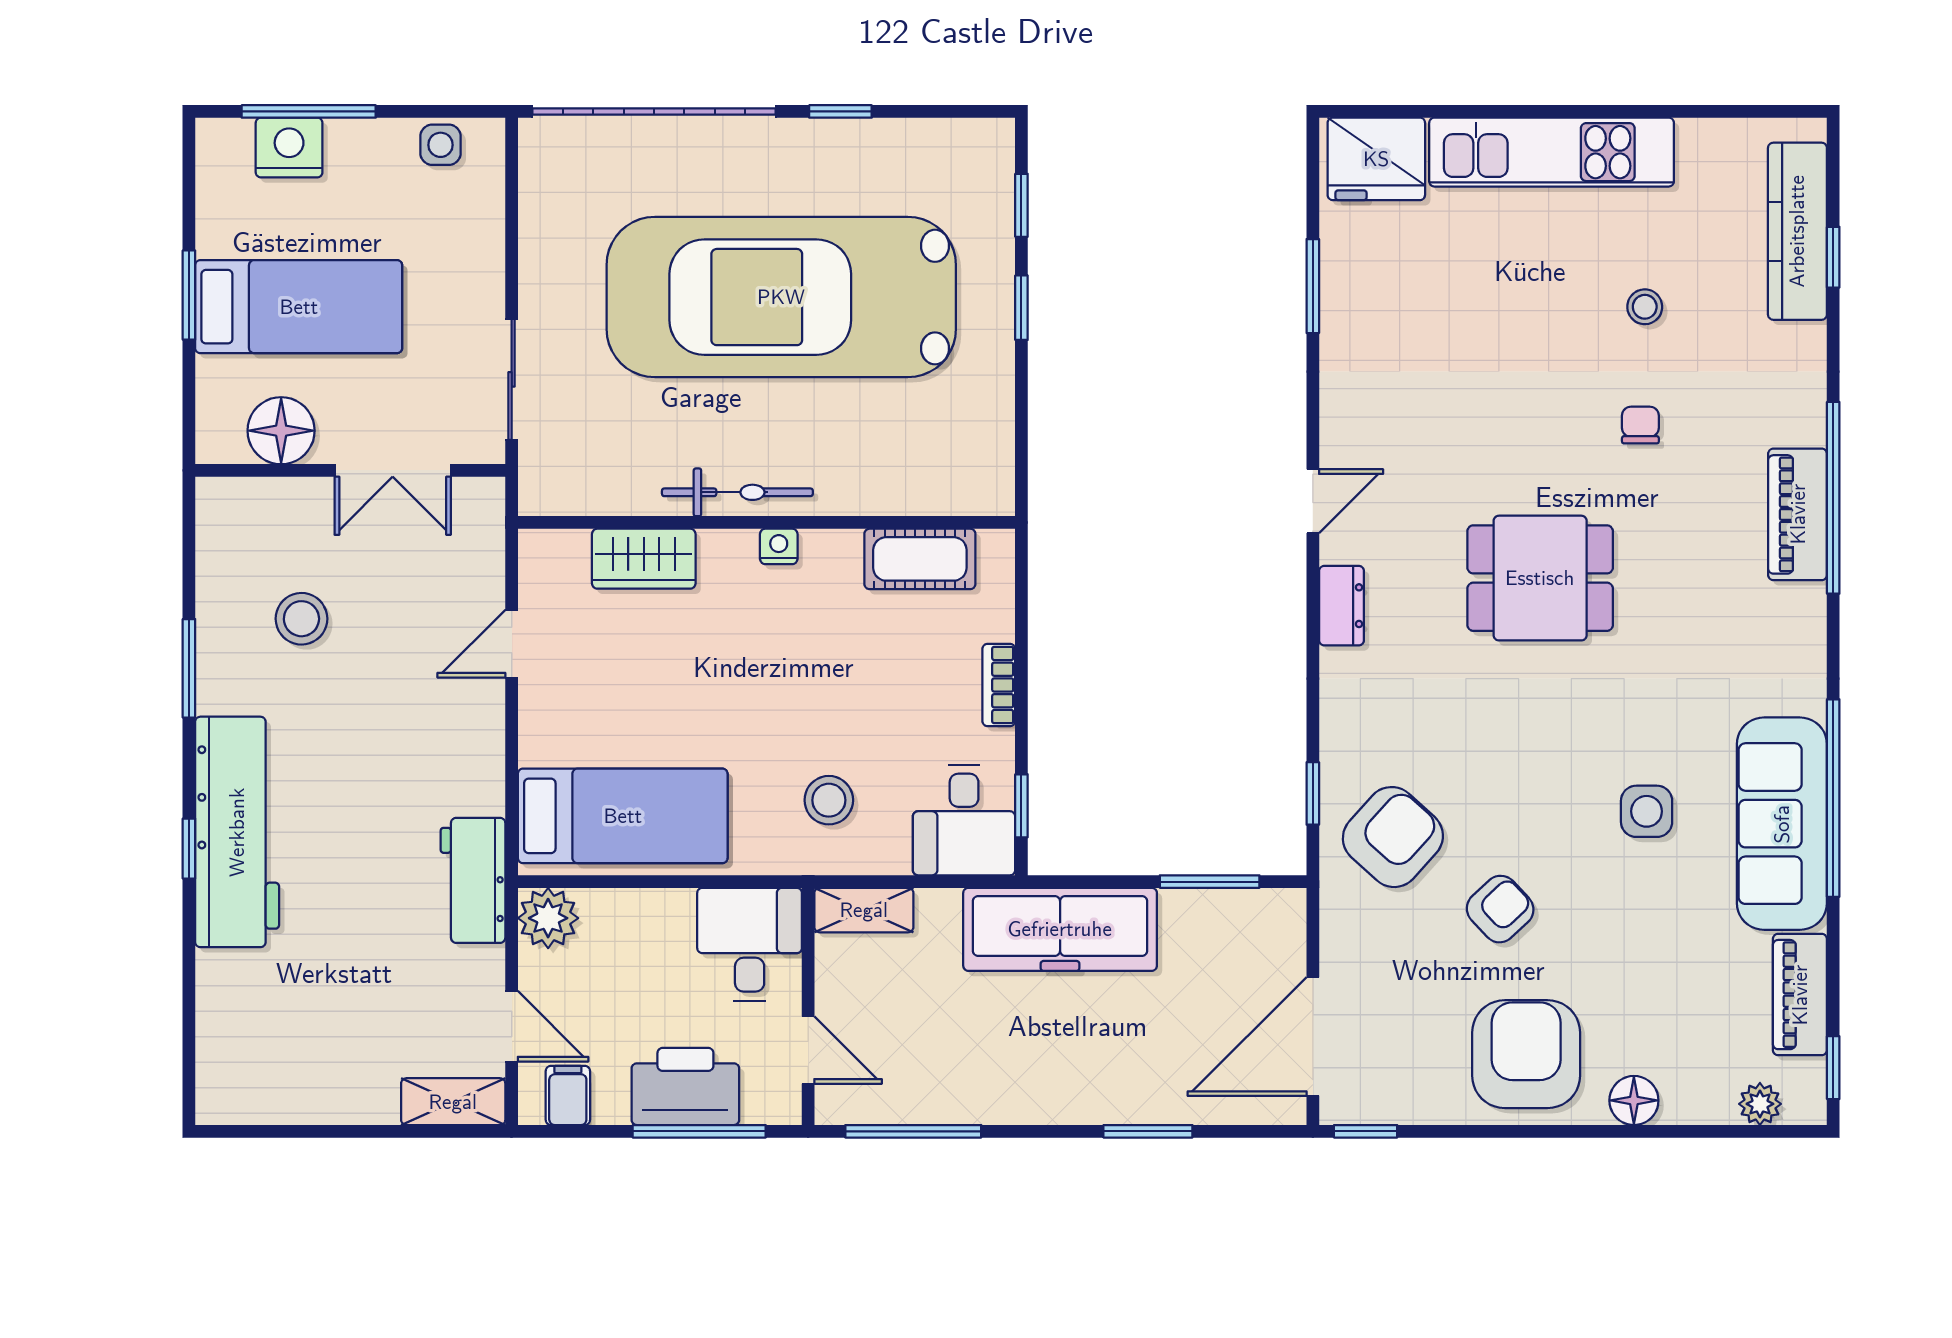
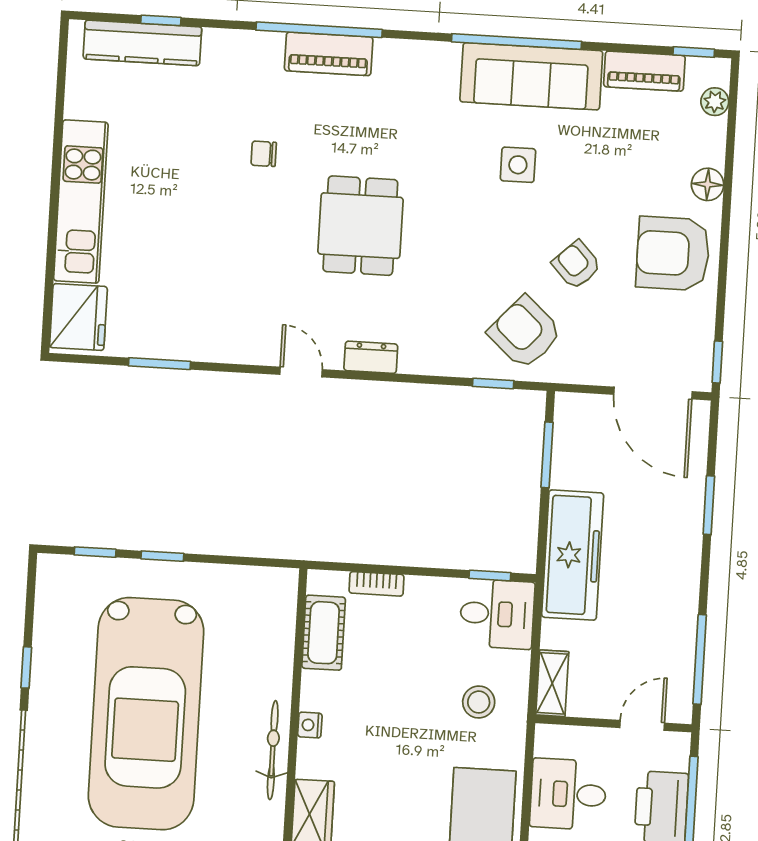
stool: (1645, 307) -> (186, 146), removed
bookcase: (999, 685) -> (377, 584), moved
desk: (750, 944) -> (568, 794), moved

